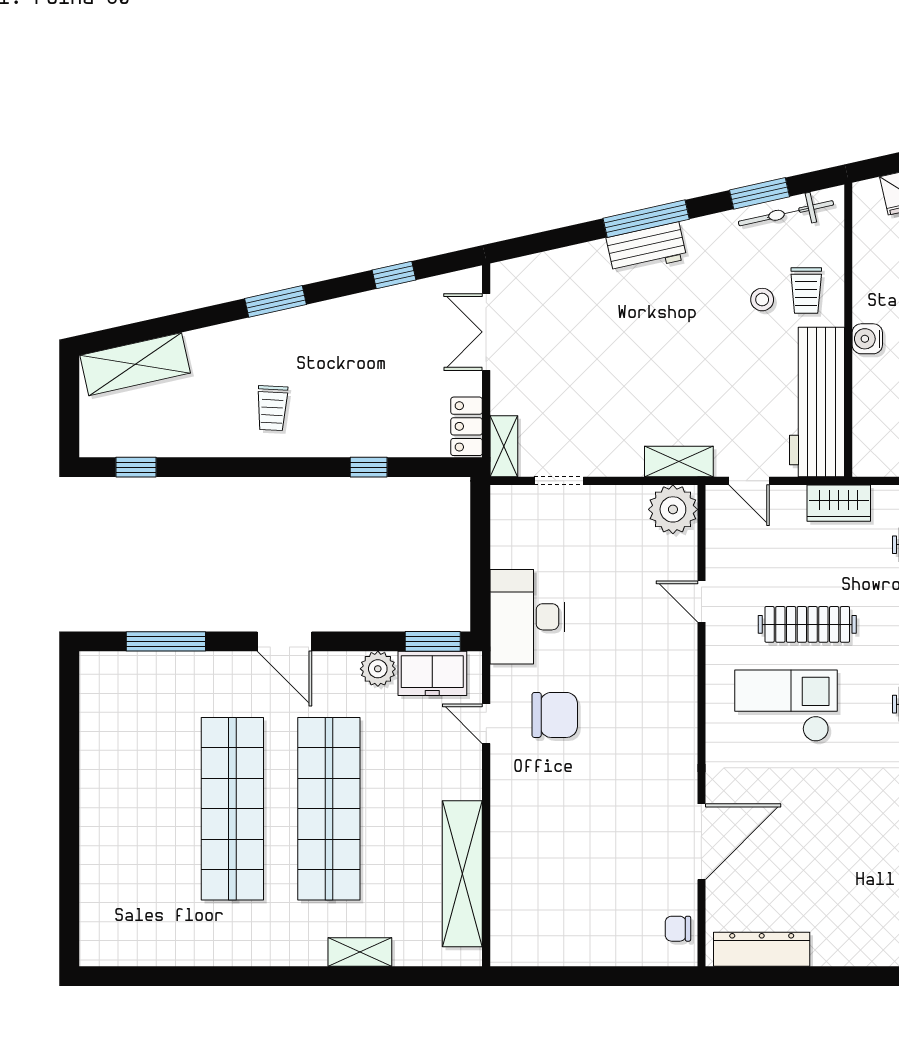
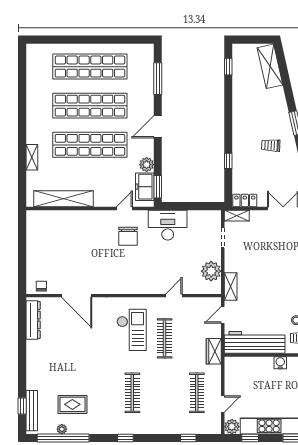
trolley: (272, 408) -> (271, 145), moved
plant: (673, 509) -> (211, 271), moved
shop shelf: (136, 809) -> (90, 67), added

